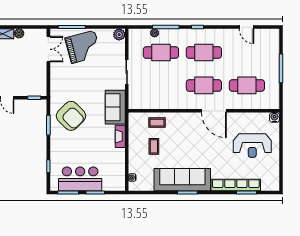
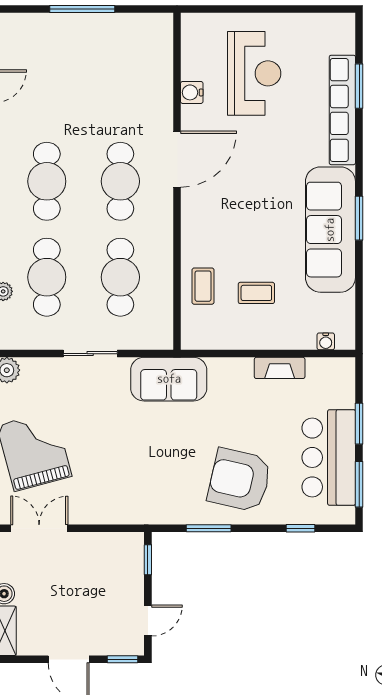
cafe table: (247, 85) -> (120, 277), moved
armchair: (71, 116) -> (239, 480), moved, turned -122
water cooler: (274, 117) -> (192, 92), moved
fireplace: (120, 136) -> (280, 368), moved

